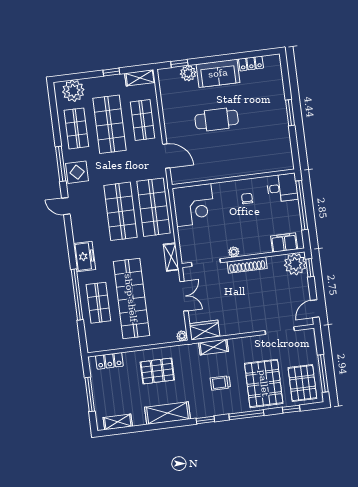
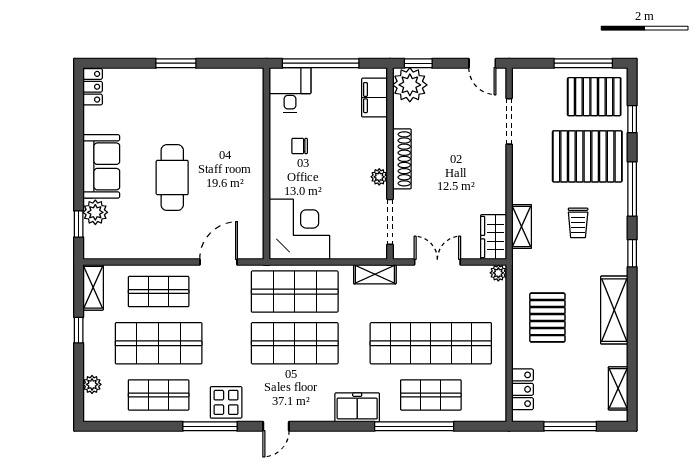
locker: (251, 63) -> (93, 87), moved
plant: (73, 91) -> (92, 384), width x0.53, depth x0.53

